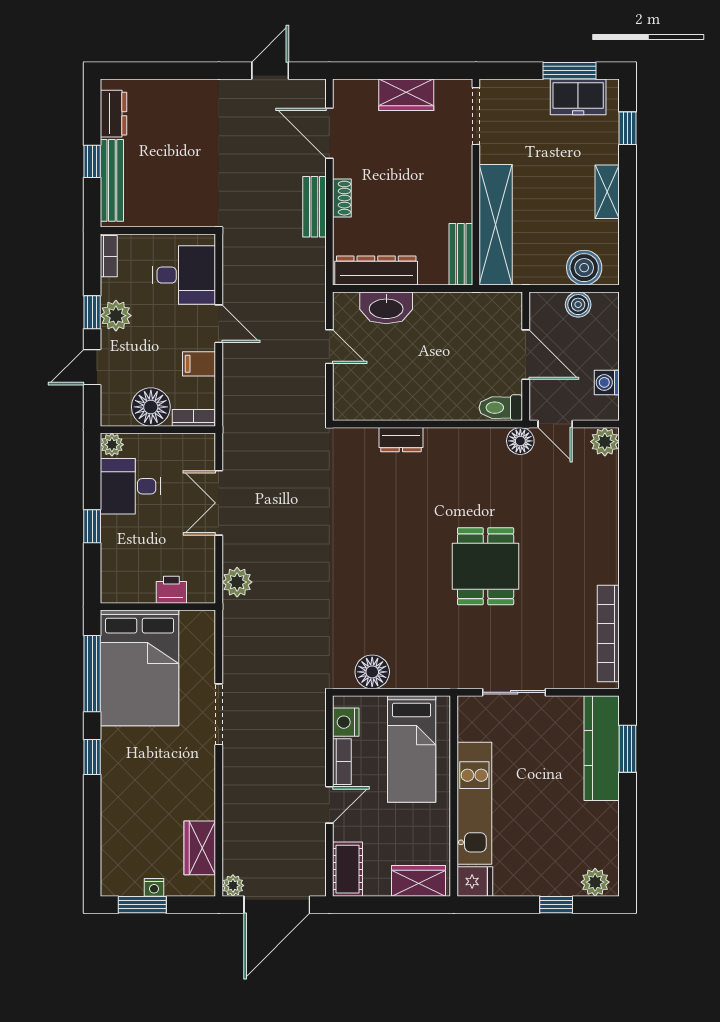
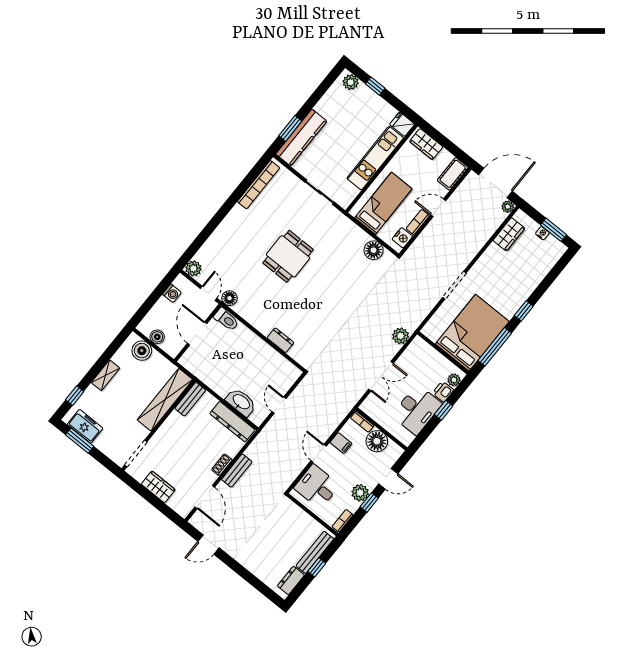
plant: (112, 445) -> (454, 380), moved
desk: (130, 486) -> (417, 410), width x1.37
printer: (171, 590) -> (443, 392), moved, turned 90

